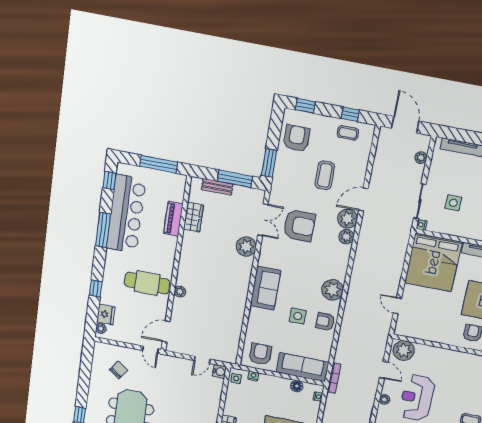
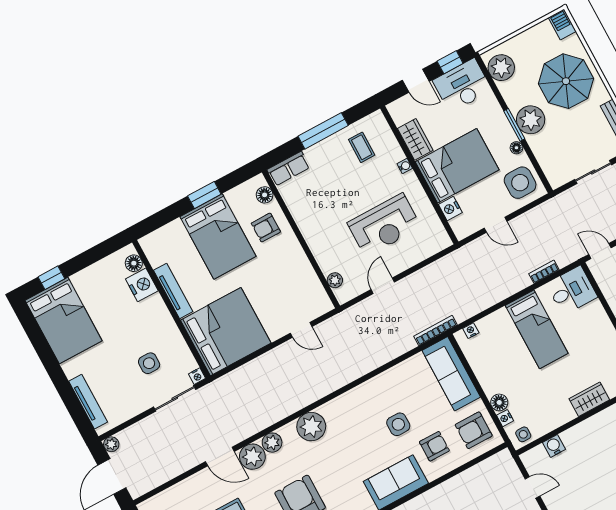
plant: (421, 158) -> (111, 444), moved
plant: (332, 290) -> (311, 427), moved
door: (397, 306) -> (301, 330), hinge flipped
armchair: (325, 321) -> (434, 446), moved, turned -90
plant: (404, 350) -> (335, 280), width x0.53, depth x0.53
water cooler: (219, 371) -> (554, 446), moved
floor lamp: (297, 386) -> (499, 402), moved
plant: (384, 399) -> (415, 257), removed

